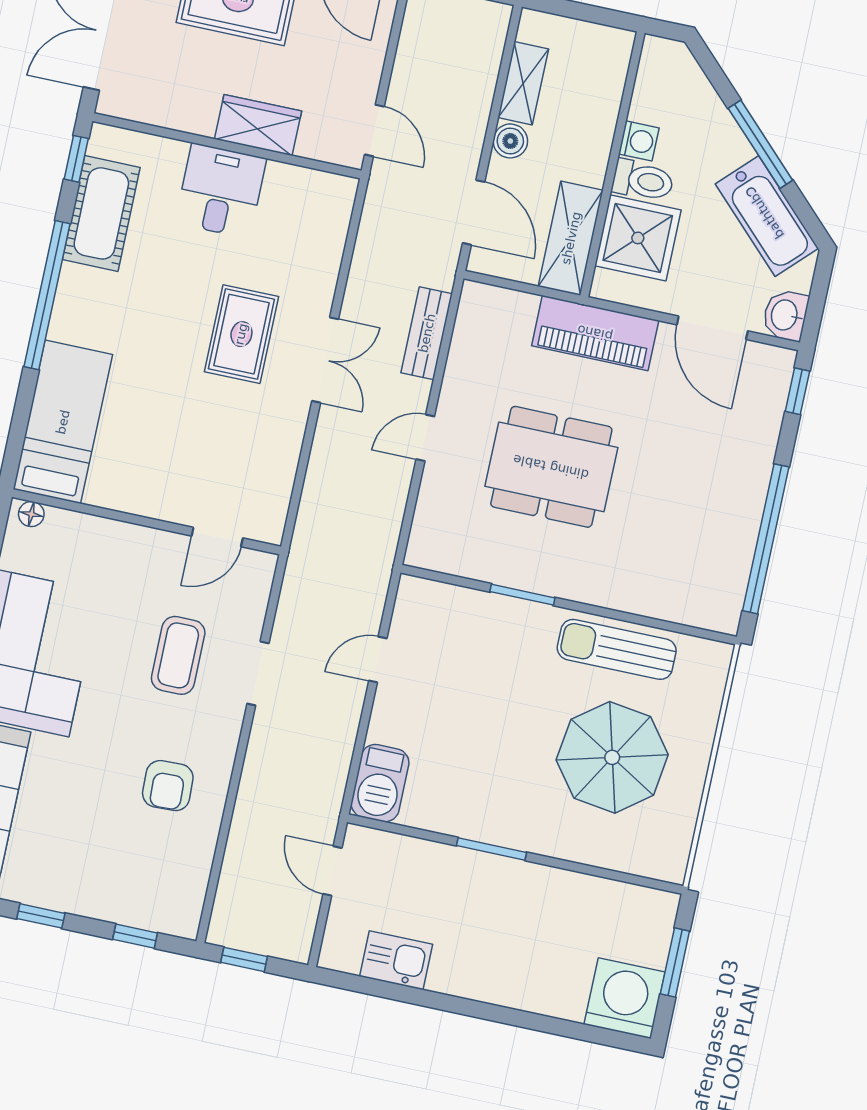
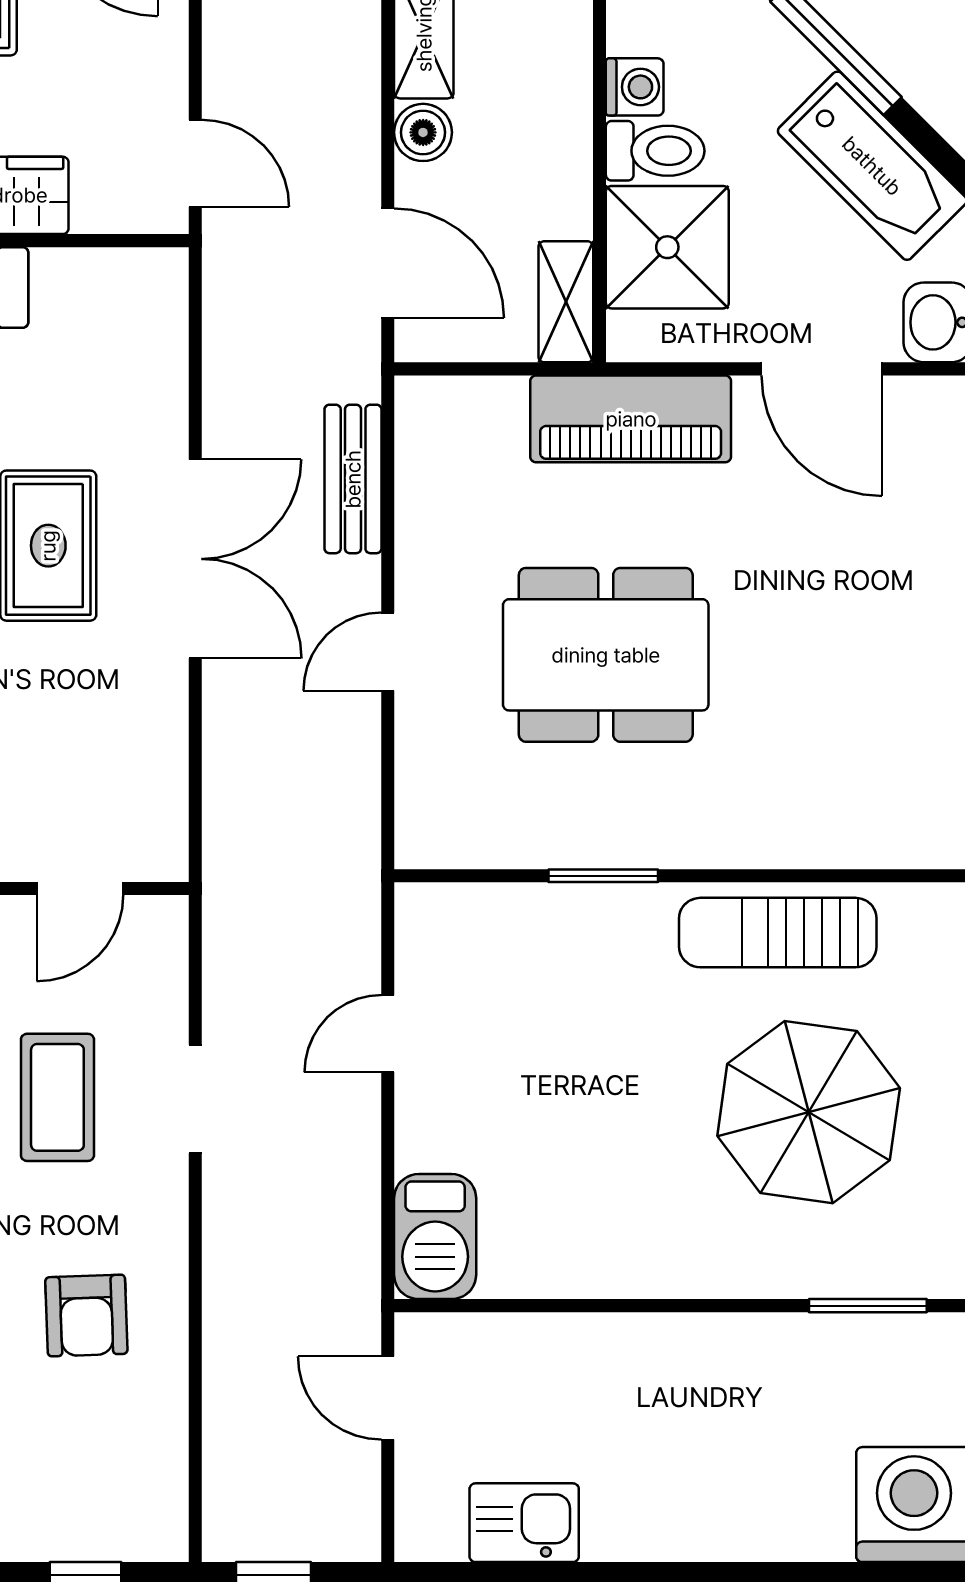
shelving: (571, 238) -> (566, 302), width x0.67, depth x0.75
double door: (325, 360) -> (195, 559), width x1.37
window: (491, 849) -> (868, 1306), moved

